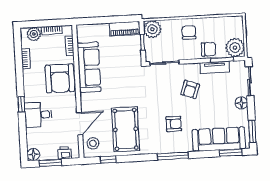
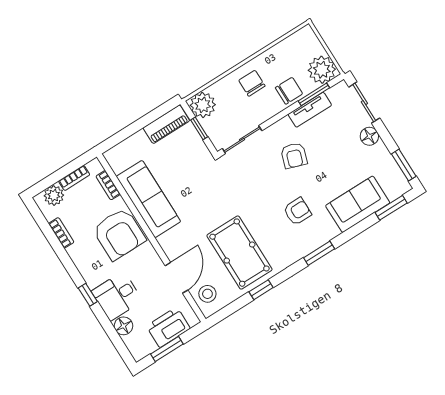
sofa: (219, 139) -> (358, 204), width x0.73
printer: (64, 153) -> (168, 327), width x1.87, depth x1.48
floor lamp: (33, 154) -> (123, 326), moved
window: (173, 156) -> (319, 253), width x0.69
window: (108, 160) -> (261, 290), moved

